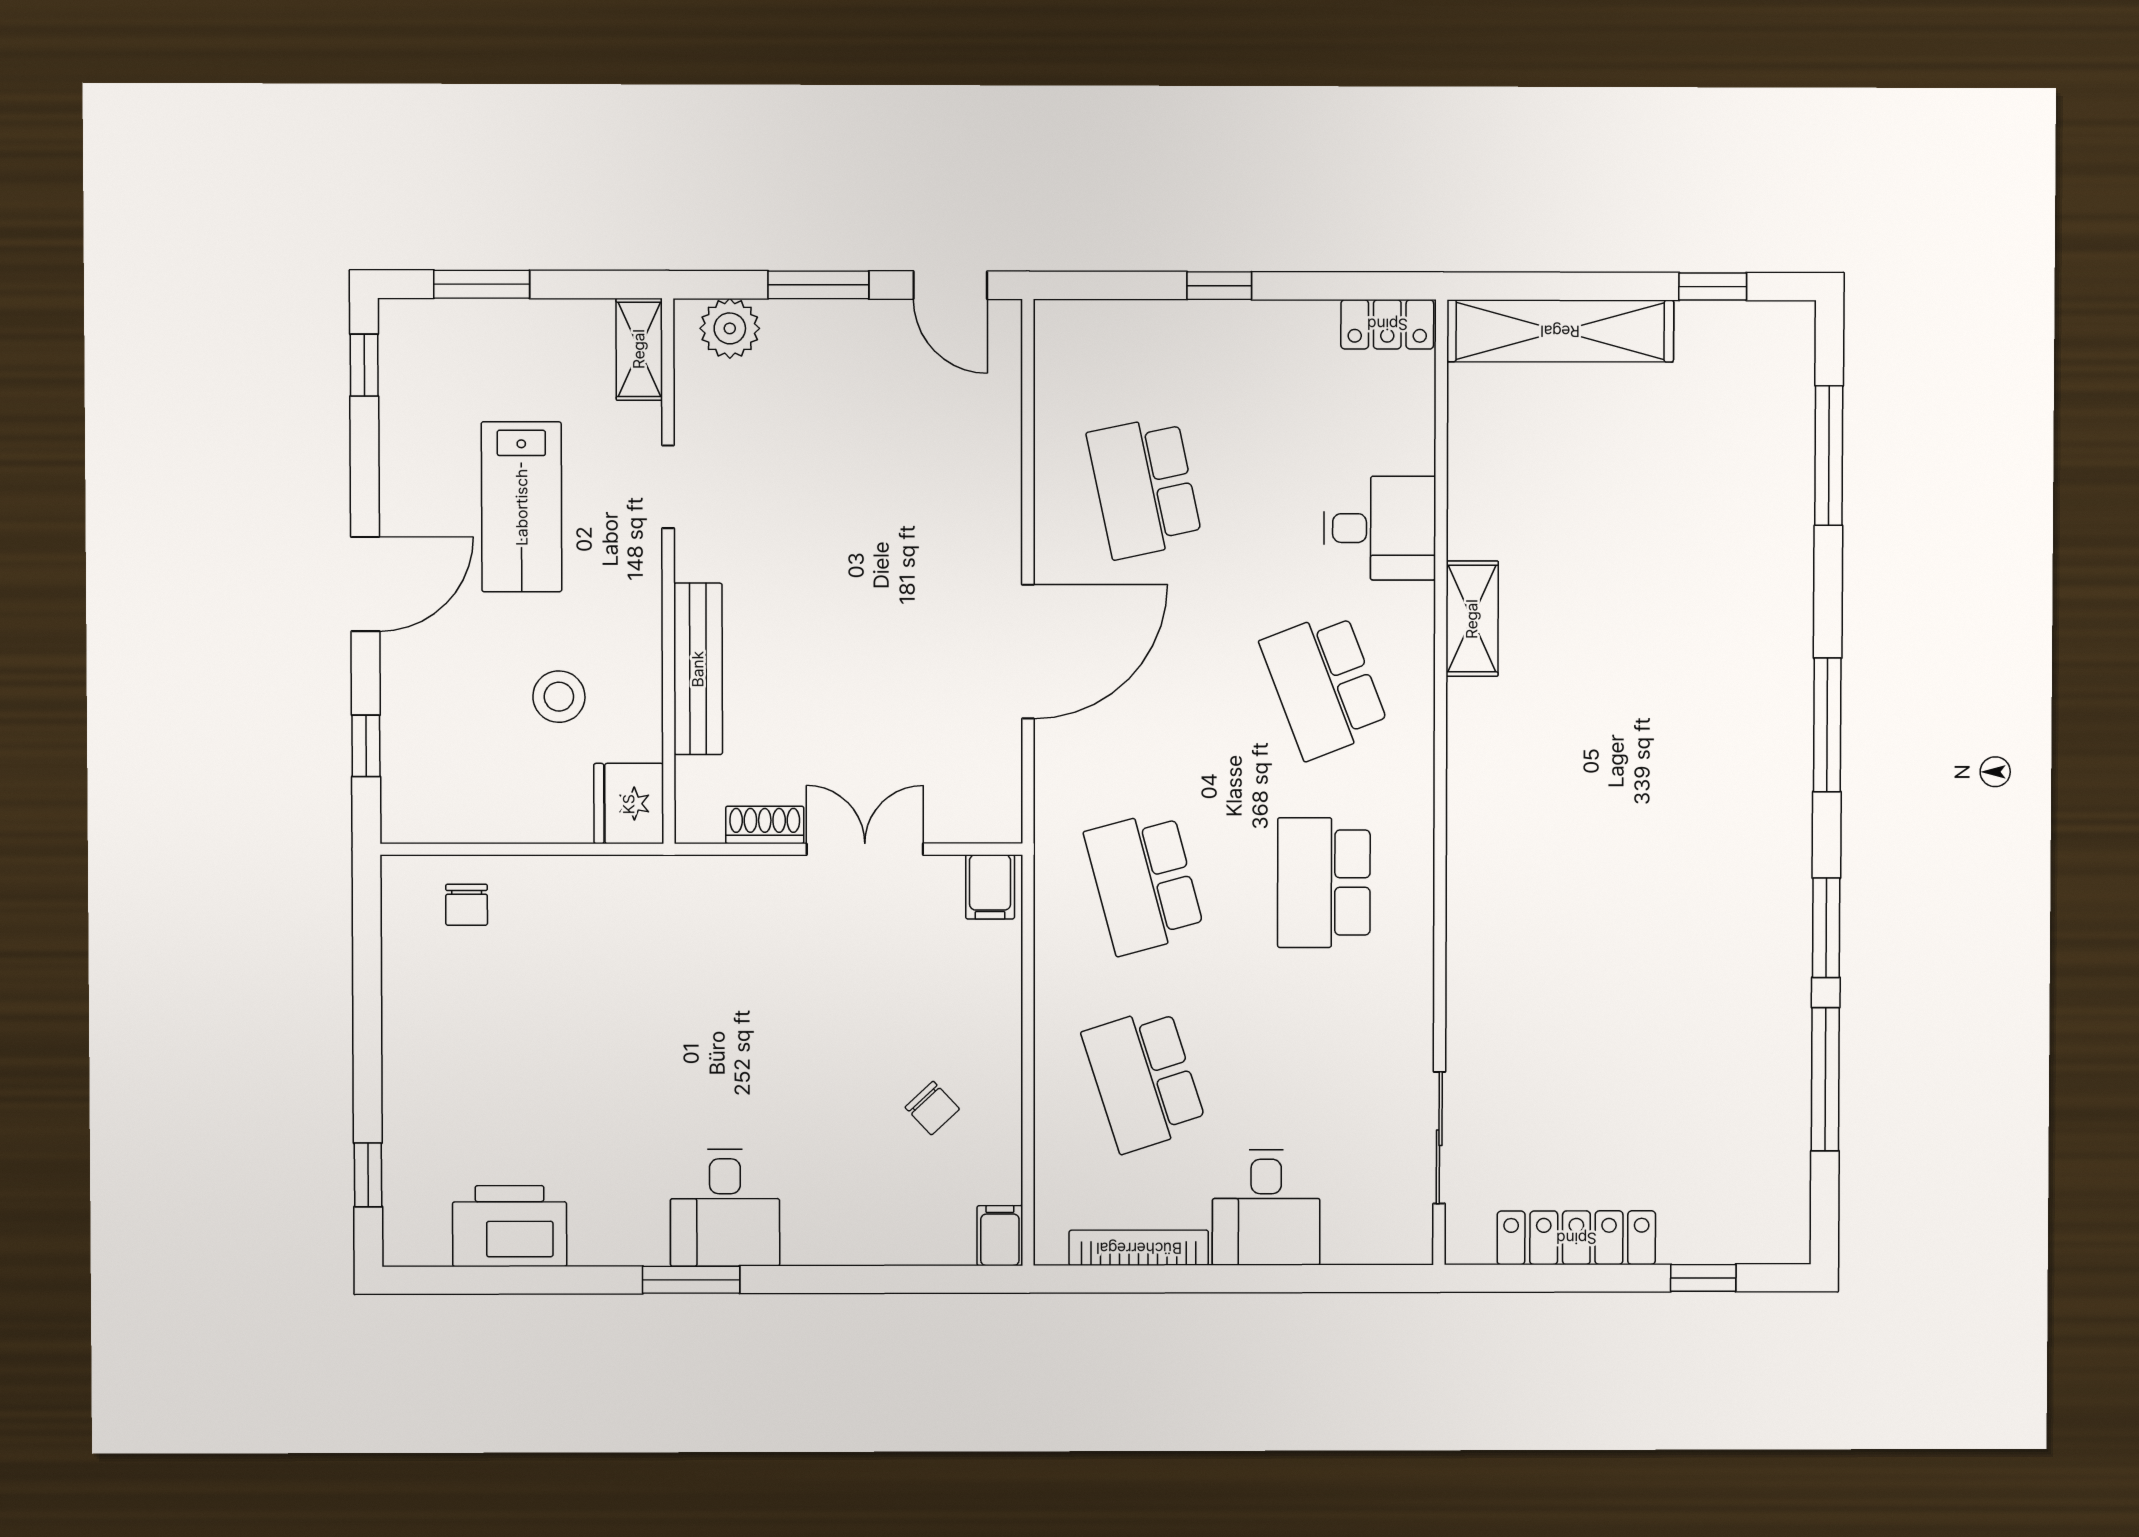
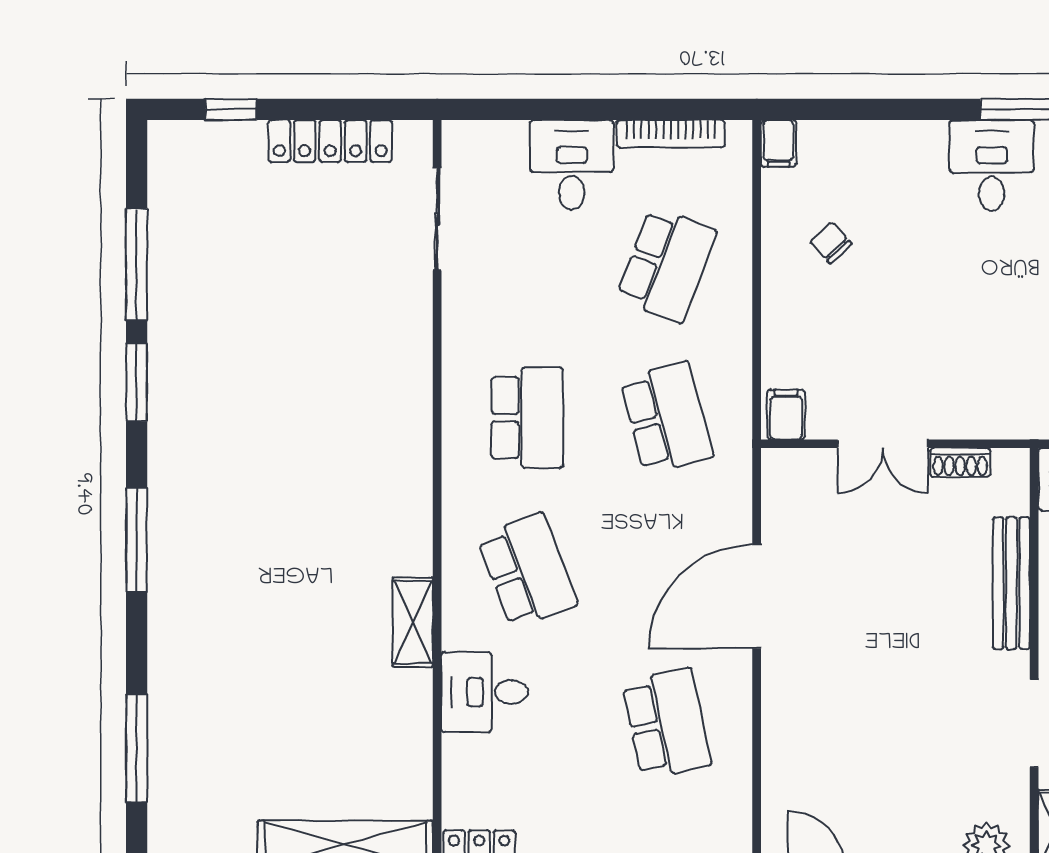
doorway: (668, 487) -> (1034, 723), width x1.38
school desk: (1144, 1080) -> (667, 265), turned 39

